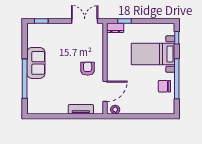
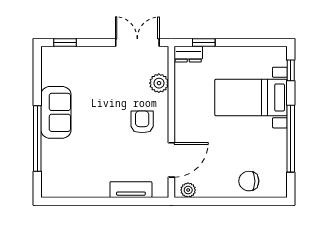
plant: (98, 45) -> (159, 83), added
chair: (164, 86) -> (249, 181), moved

